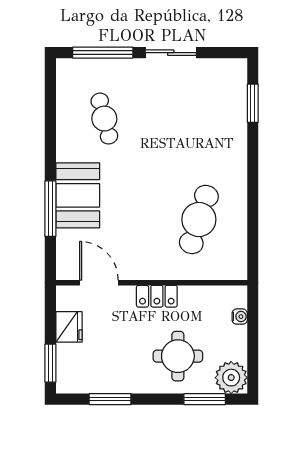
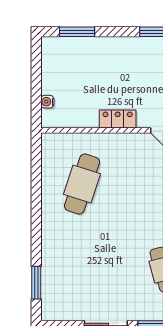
round table: (178, 356) -> (100, 68), removed
plant: (231, 378) -> (55, 50), removed

